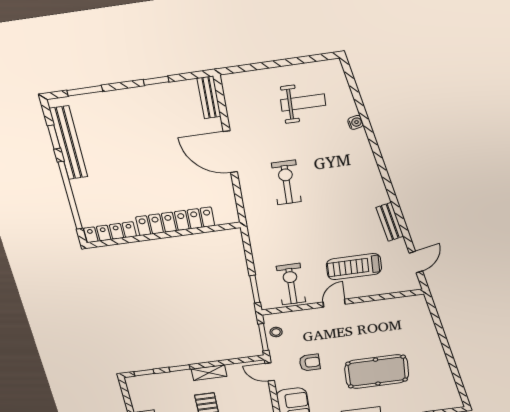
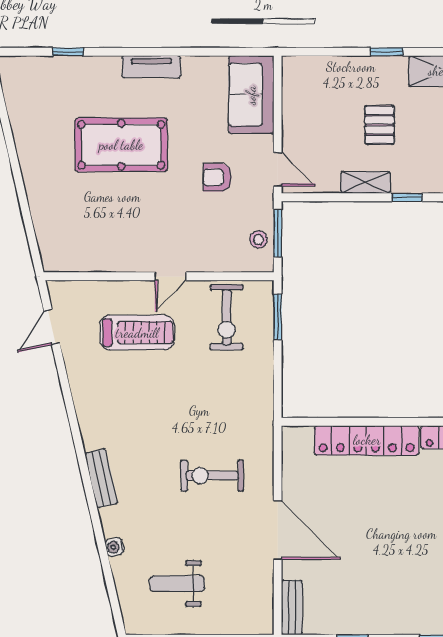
exercise bike: (287, 183) -> (212, 476), turned 90
bench: (390, 222) -> (101, 478), moved

